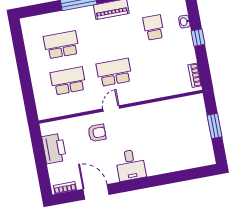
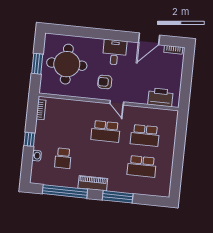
door: (111, 109) -> (117, 103), hinge flipped
armchair: (97, 133) -> (105, 82), moved
round table: (181, 136) -> (67, 64), added
printer: (54, 149) -> (160, 97), moved, turned 90
door: (96, 192) -> (149, 39), hinge flipped

